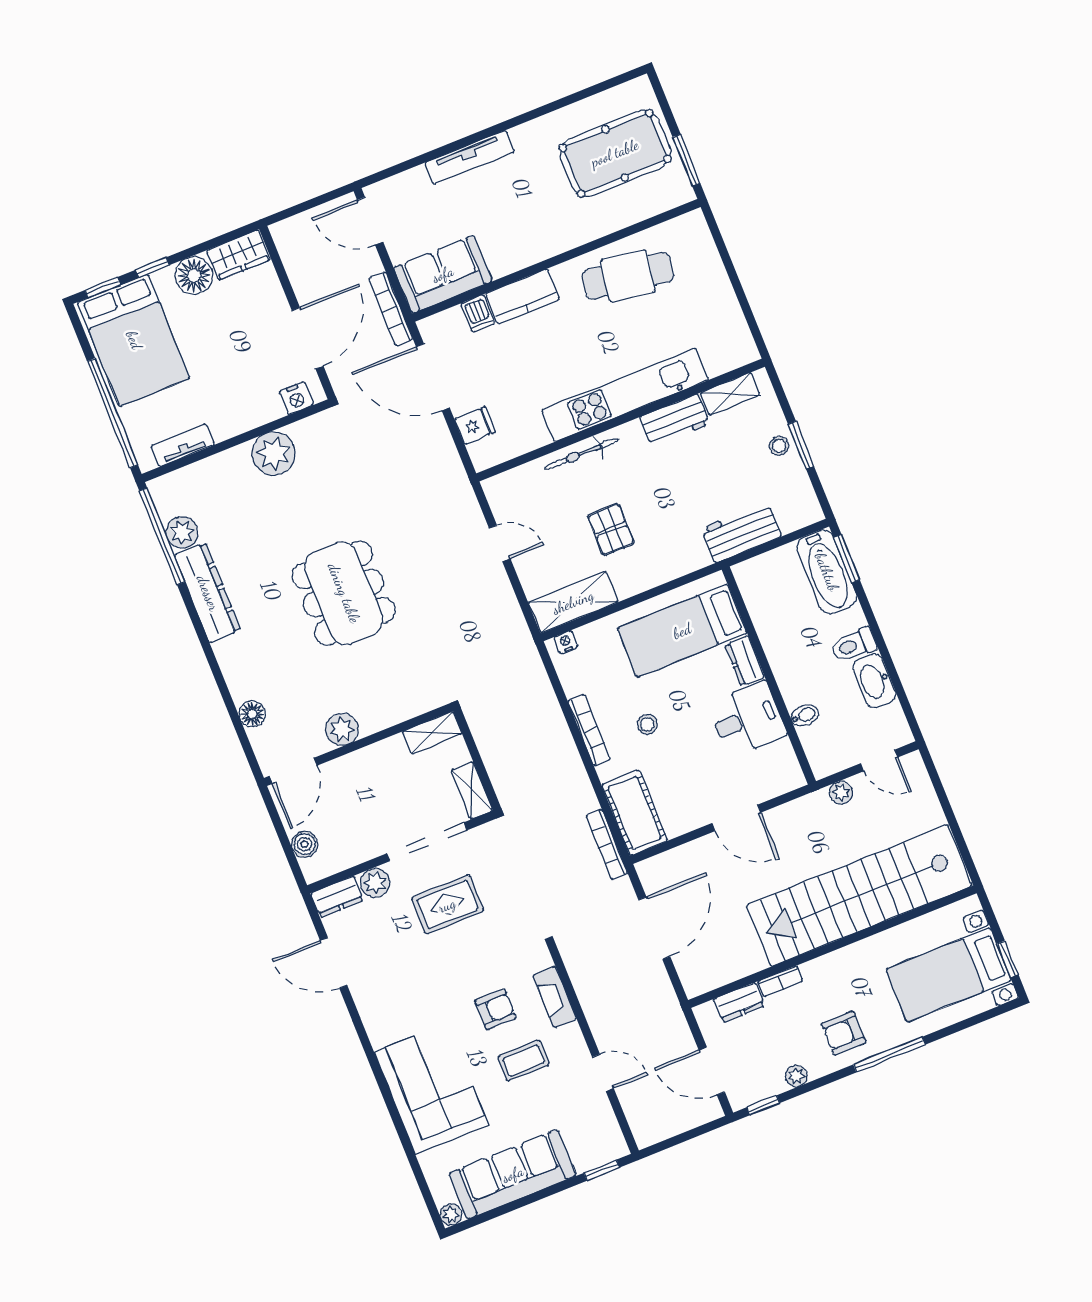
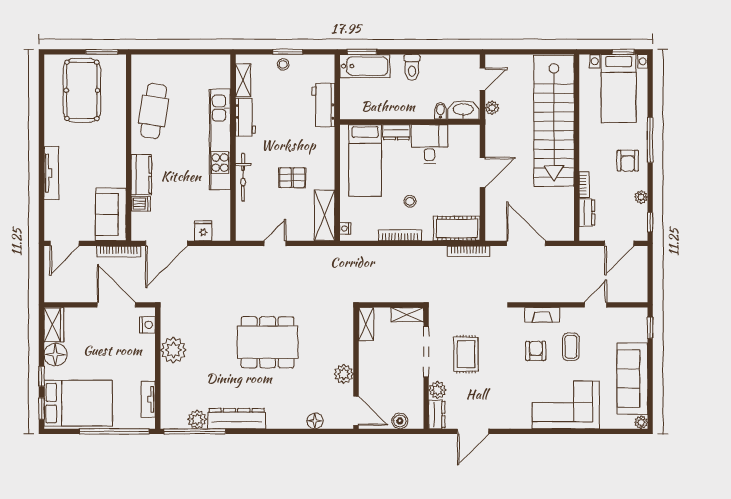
washbasin: (874, 681) -> (463, 110), moved, turned 180

